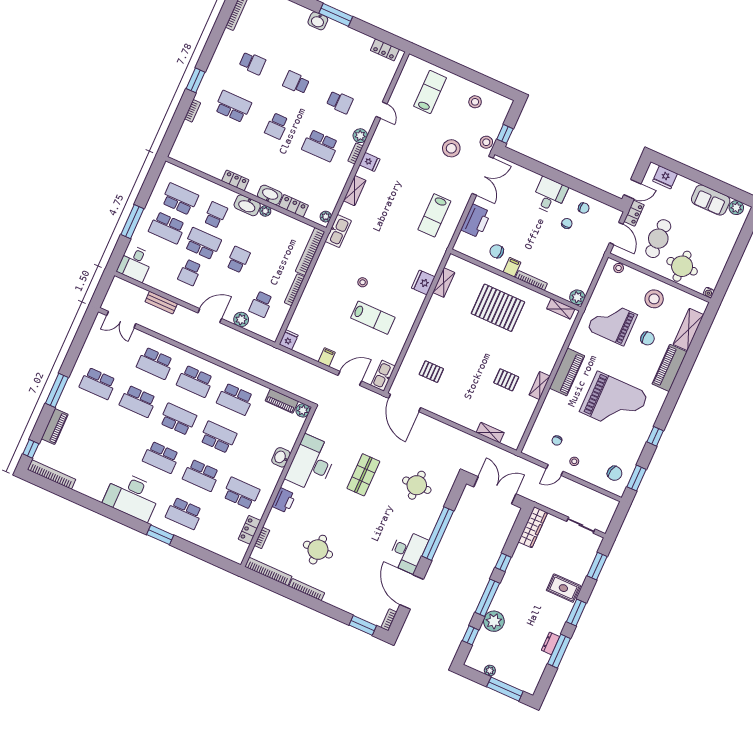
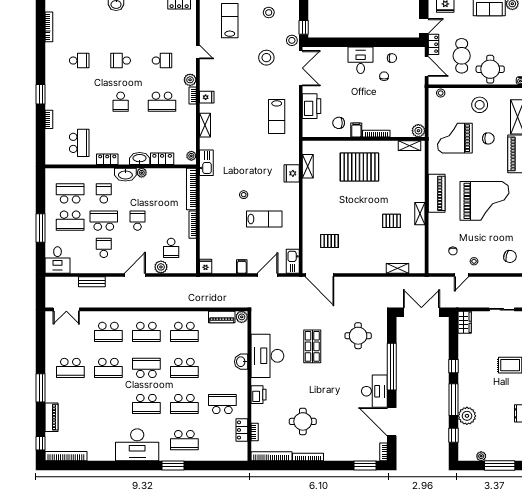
school desk: (233, 106) -> (79, 143), moved, turned 90
school desk: (190, 272) -> (104, 248), turned 180
school desk: (218, 437) -> (184, 368), turned 180
wardrobe: (533, 527) -> (465, 322), width x0.67

